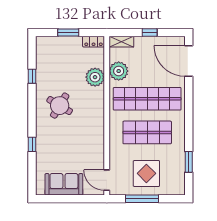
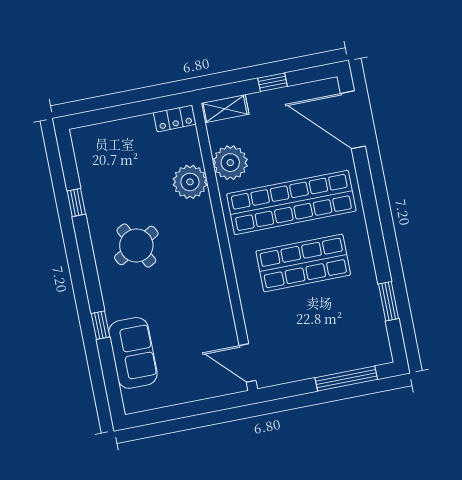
window: (68, 32) -> (126, 111), removed
round table: (60, 106) -> (136, 245), turned 30
display table: (146, 173) -> (316, 337), removed
sofa: (64, 184) -> (133, 353), moved, turned 90
window: (142, 199) -> (346, 378), moved

